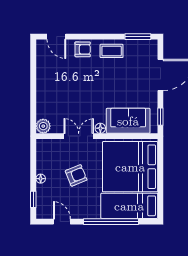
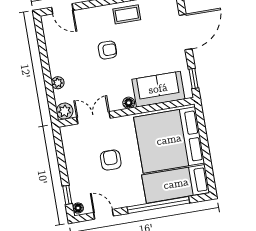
armchair: (83, 49) -> (107, 50), moved
plant: (41, 100) -> (58, 83), added
double door: (79, 136) -> (93, 118), moved
armchair: (76, 175) -> (111, 160), turned -68
floor lamp: (41, 179) -> (78, 208), moved

